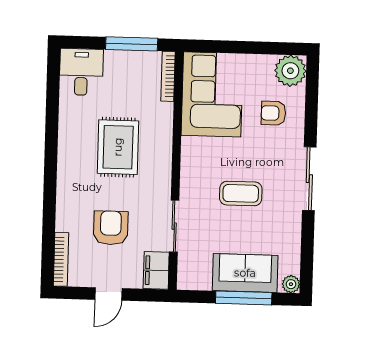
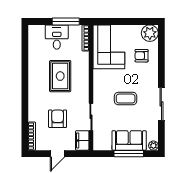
desk: (81, 72) -> (57, 37), moved
sliding door: (309, 179) -> (161, 104), moved

